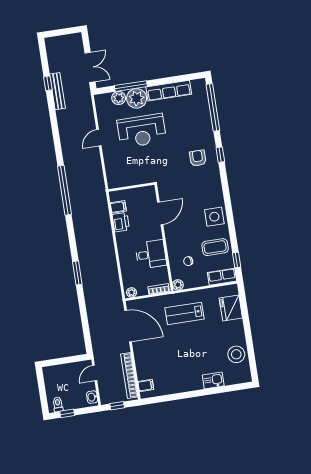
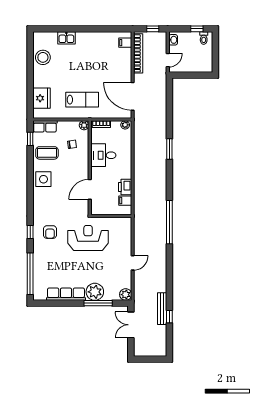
plant: (119, 98) -> (126, 295), moved
reception desk: (142, 131) -> (88, 238), moved

